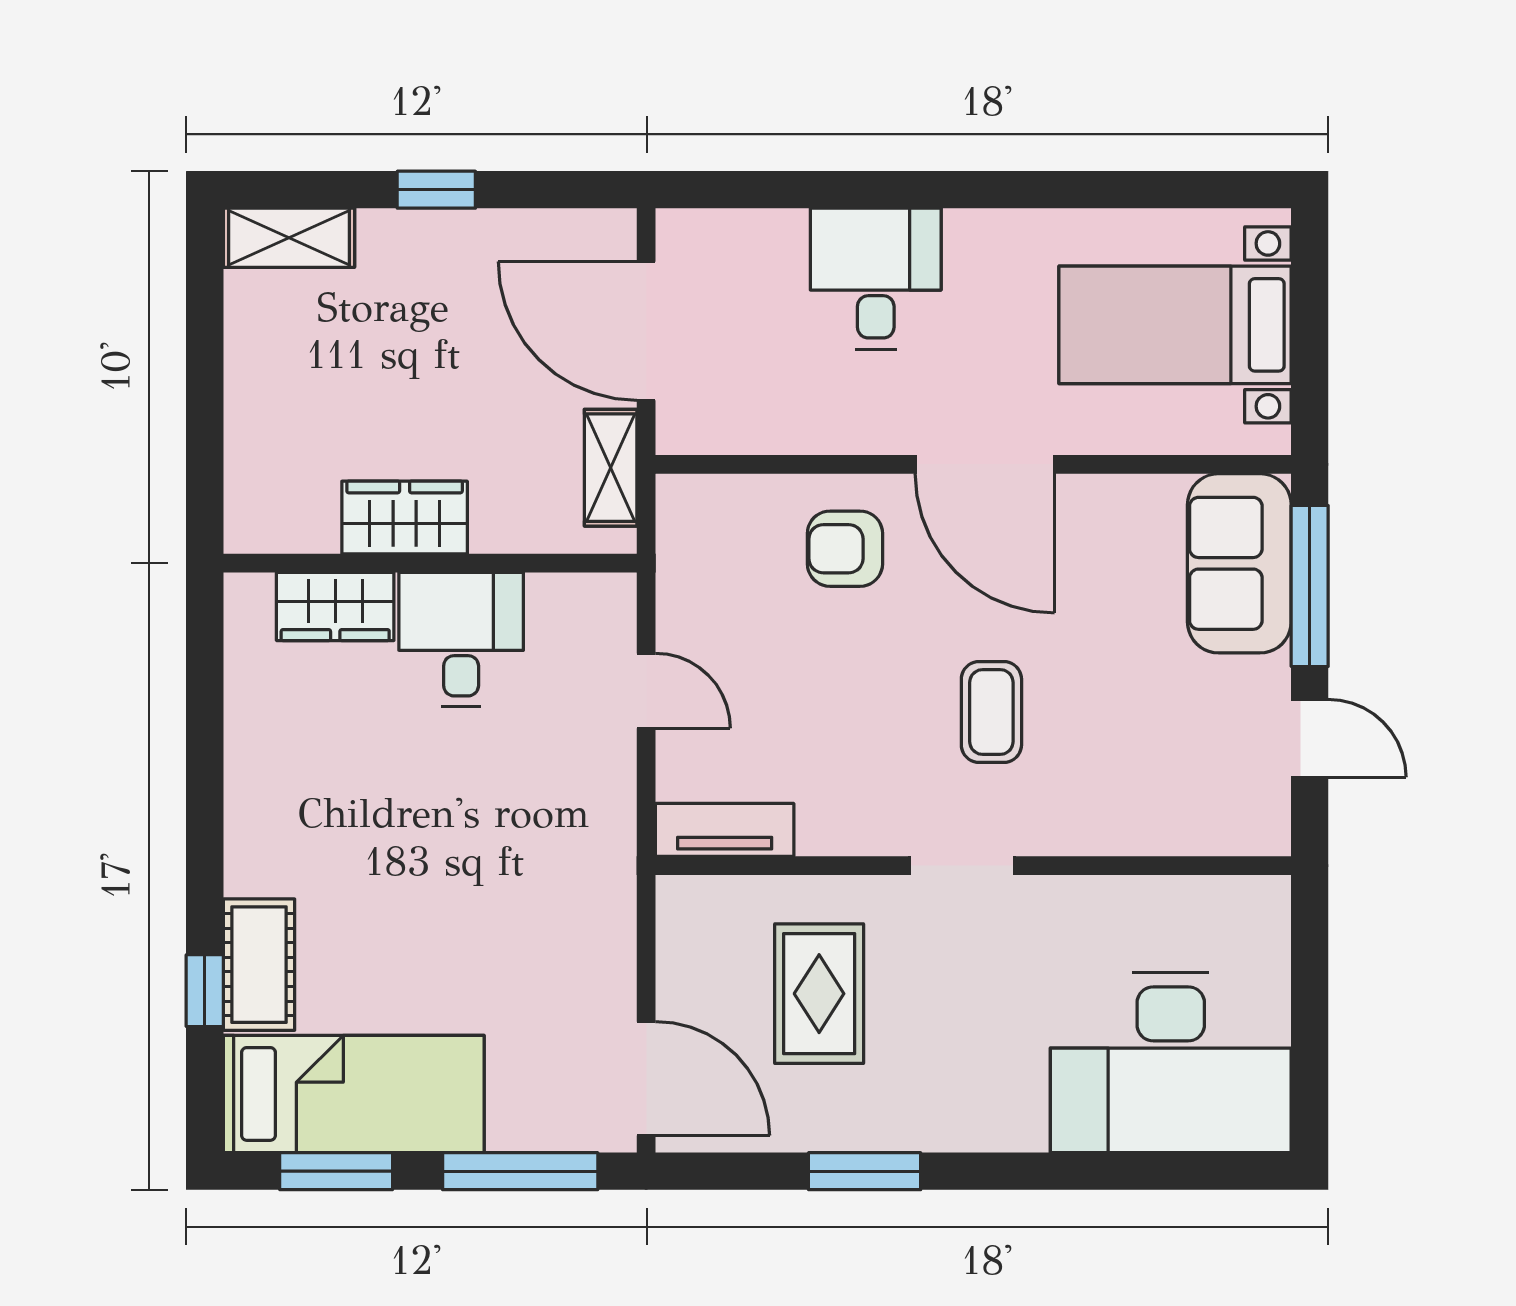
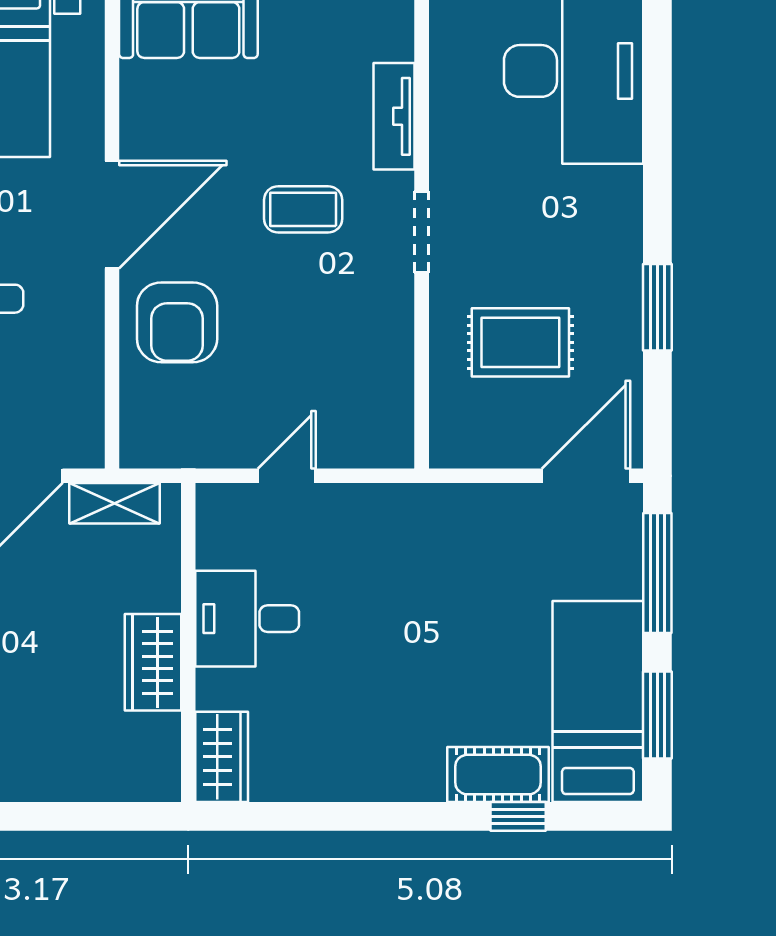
armchair: (845, 549) -> (177, 322), width x1.38, depth x1.38
wardrobe: (335, 606) -> (222, 757), moved
tv unit: (725, 830) -> (394, 116), moved

